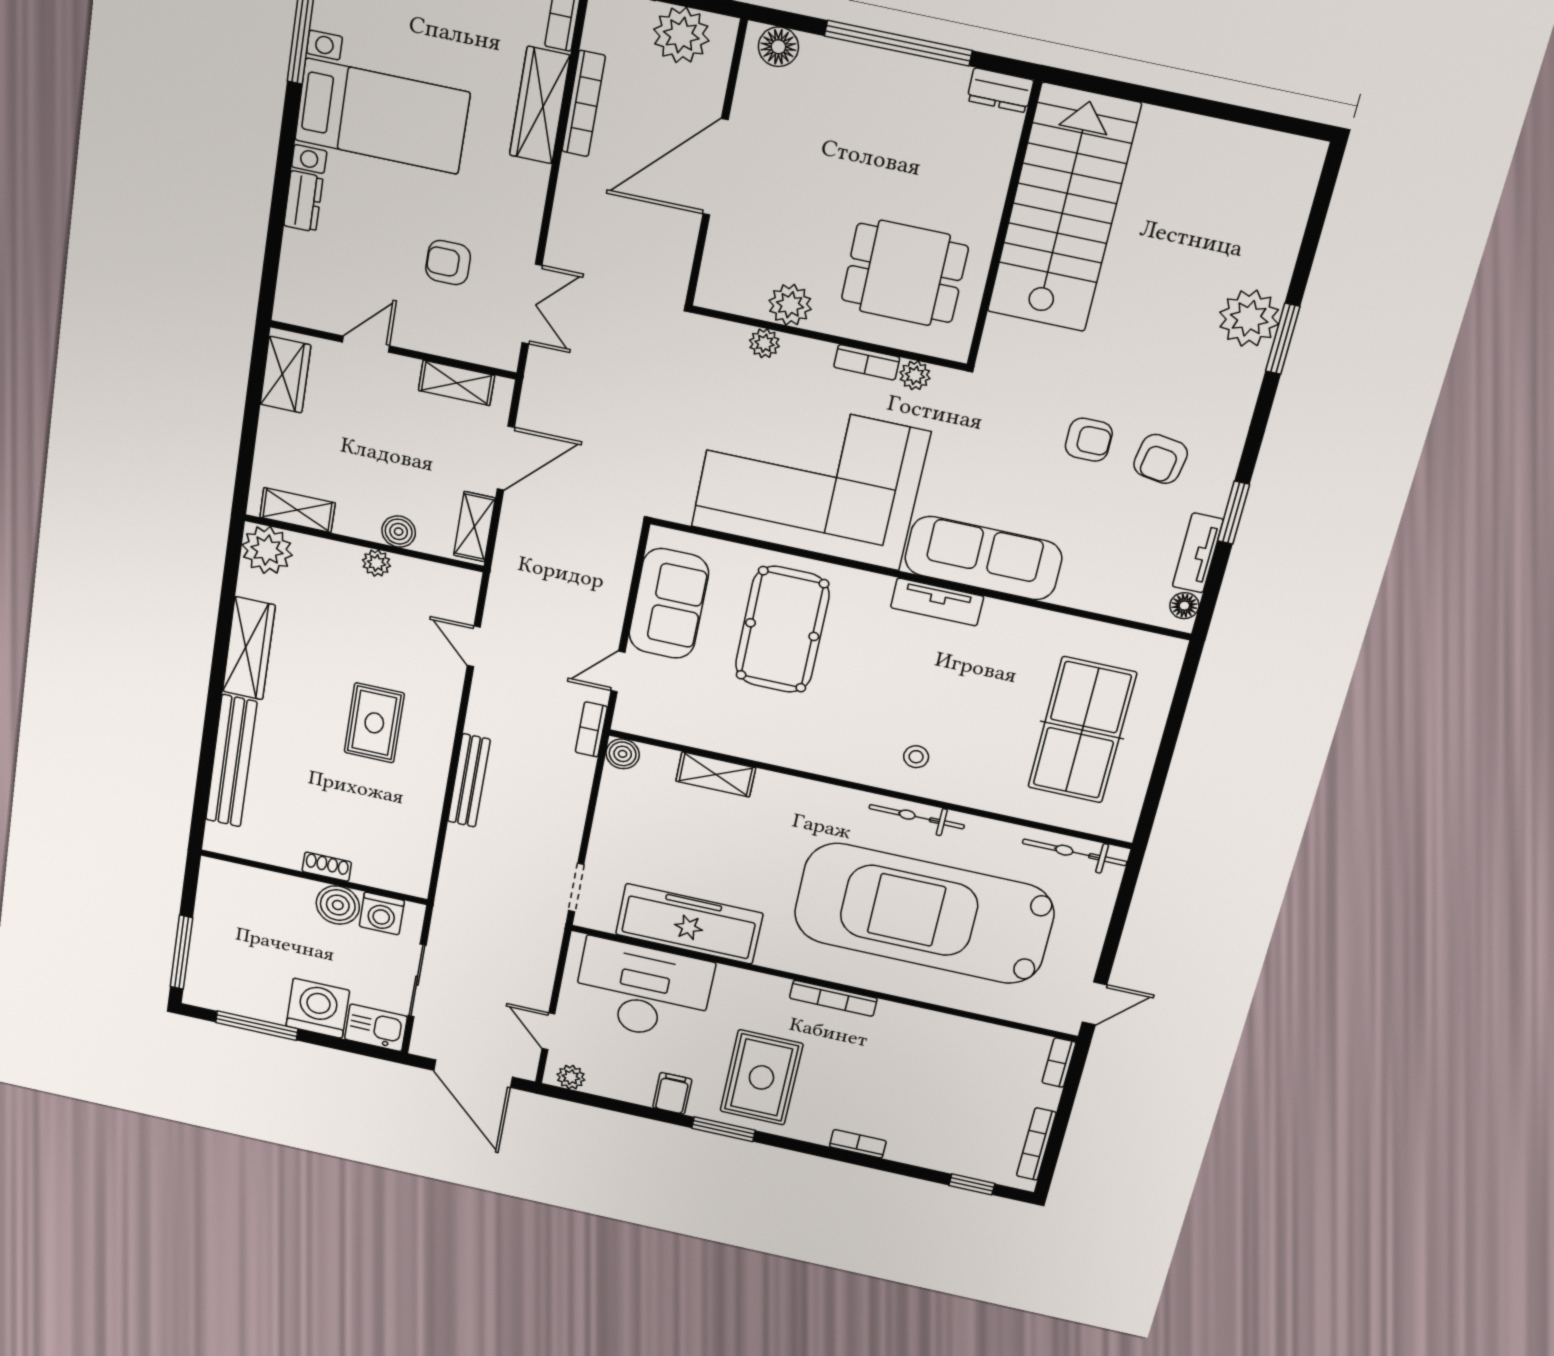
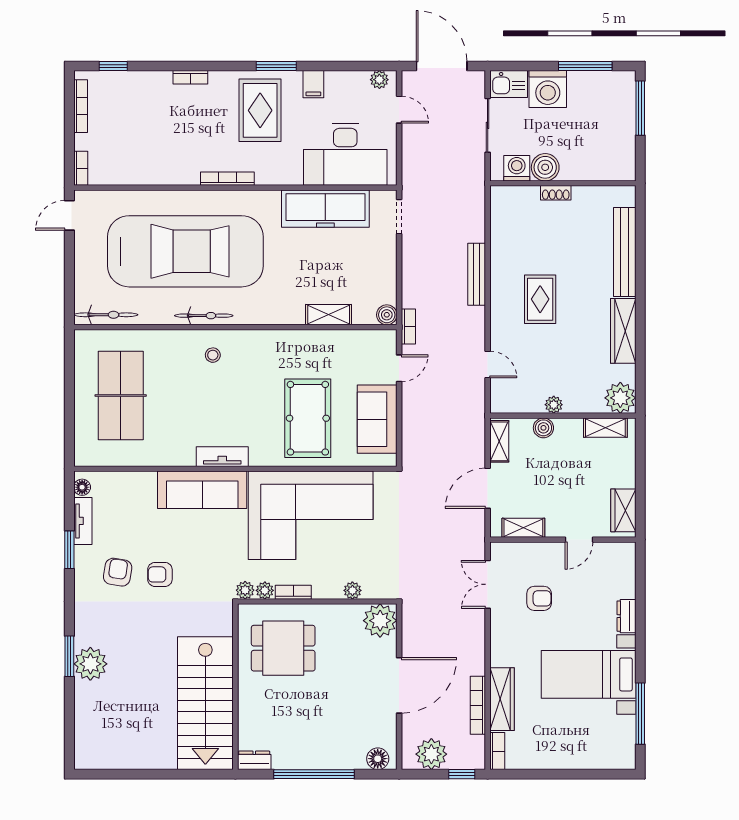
plant: (790, 305) -> (380, 621), moved, width x1.36, depth x1.36
plant: (949, 383) -> (245, 590), added

